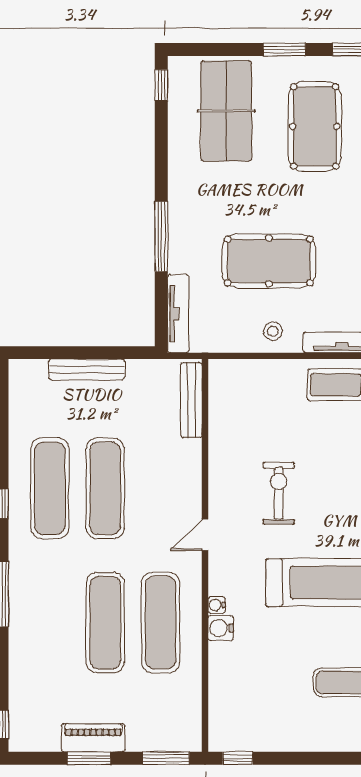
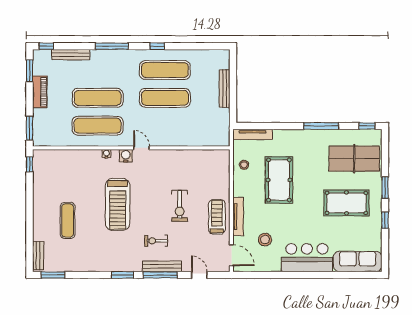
window: (161, 236) -> (321, 126), moved
stool: (273, 331) -> (244, 165), moved
bench: (191, 400) -> (71, 55), moved
exercise bike: (279, 493) -> (180, 206), moved, turned 90
water cooler: (221, 628) -> (126, 156), moved
window: (89, 758) -> (30, 71), moved

